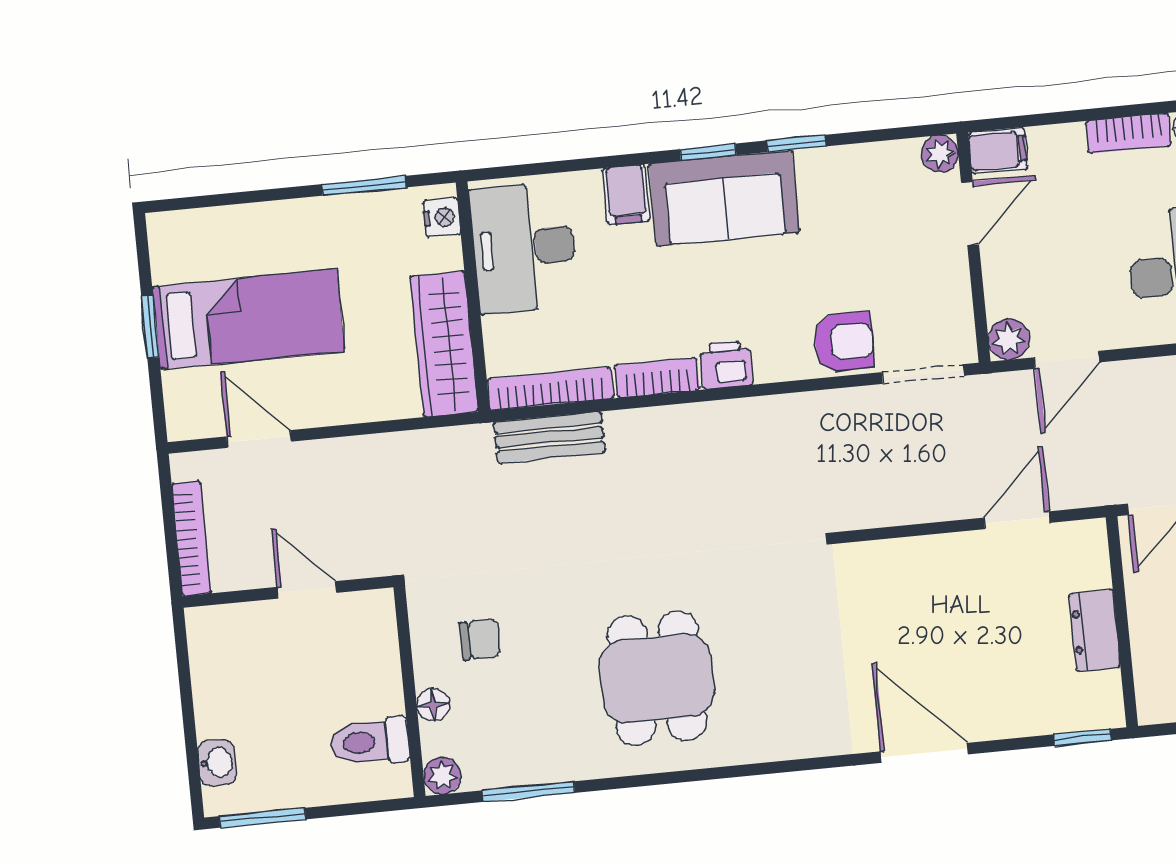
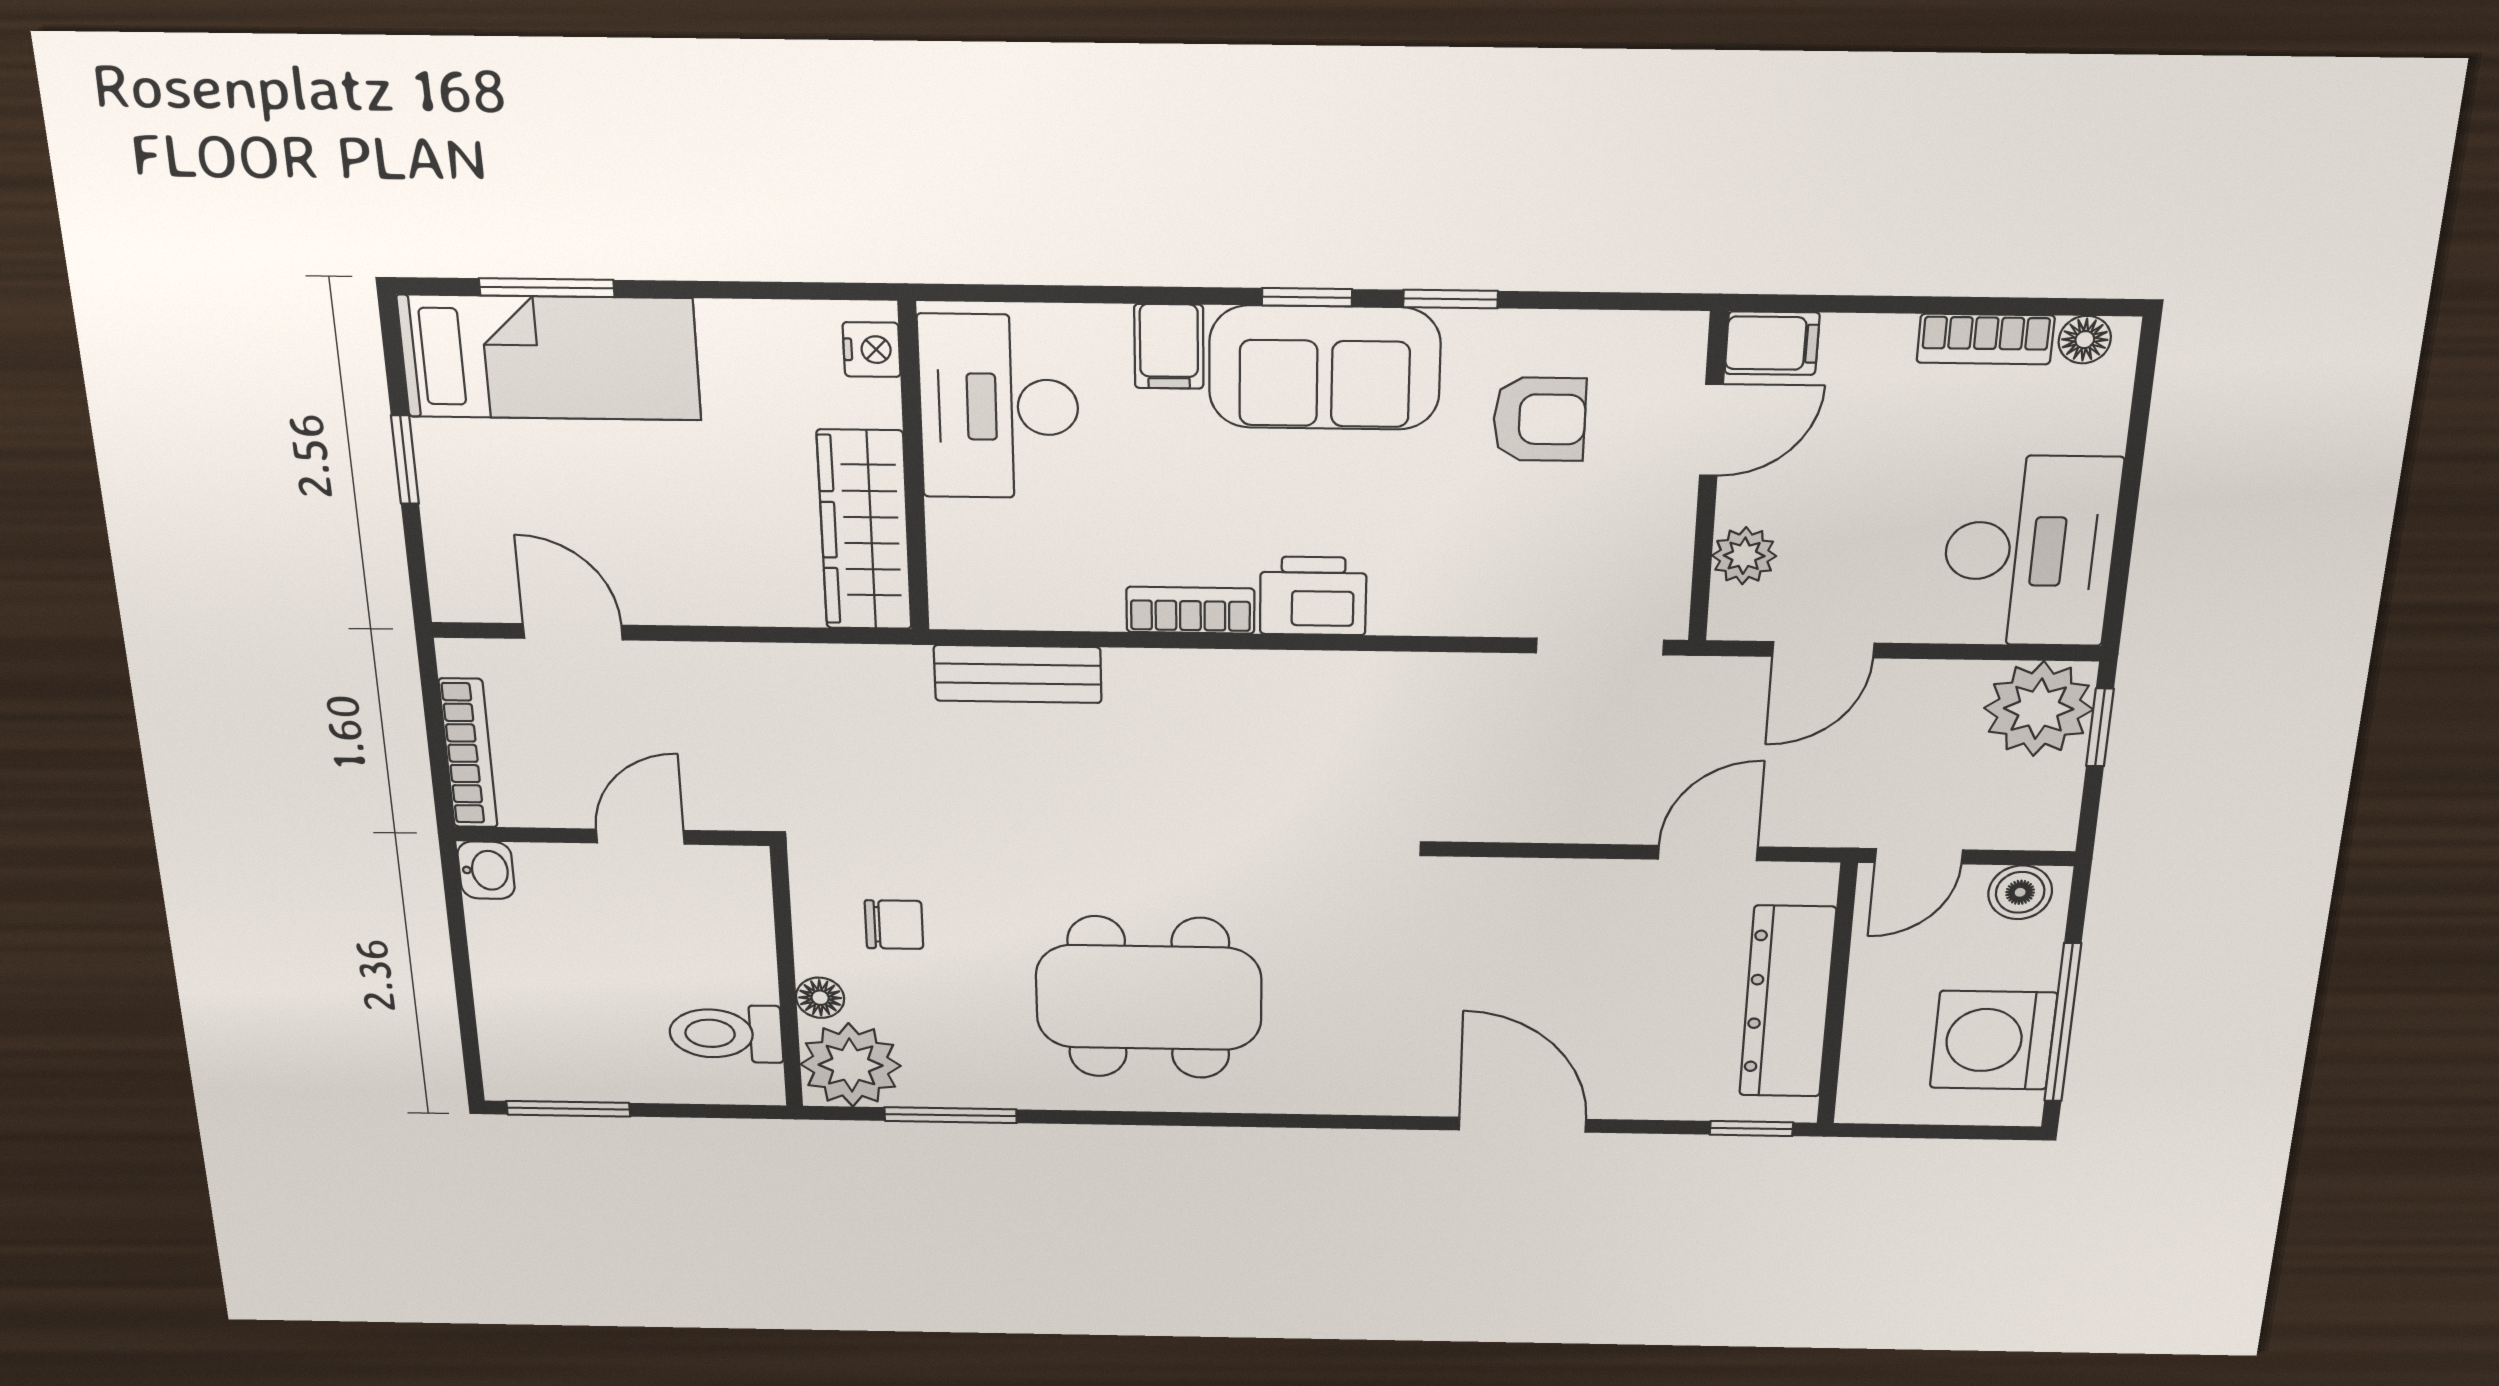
plant: (940, 154) -> (1678, 338), removed
window: (364, 186) -> (547, 288), moved
bed: (248, 319) -> (550, 358), moved
plant: (1009, 339) -> (1744, 556), moved
armchair: (844, 342) -> (1539, 419), moved
printer: (726, 365) -> (1313, 596), width x1.36, depth x1.24
bookcase: (550, 389) -> (1024, 609), removed
door: (307, 590) -> (640, 837), hinge flipped
dresser: (1095, 631) -> (1787, 1002), width x1.96, depth x1.24
dining table: (657, 678) -> (1149, 998), width x1.38
washbasin: (217, 762) -> (486, 870), moved
plant: (442, 776) -> (851, 1065), width x1.87, depth x1.87

